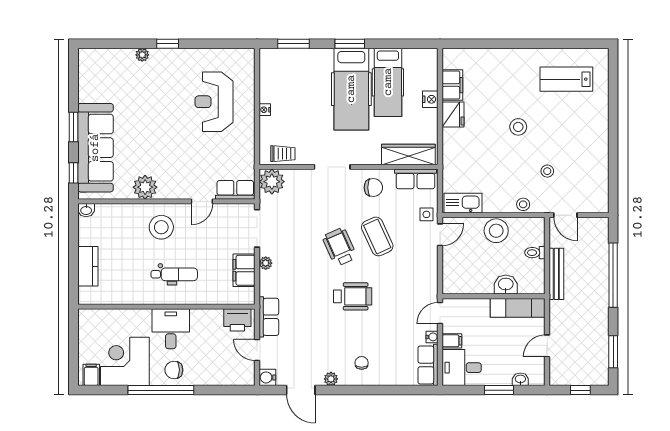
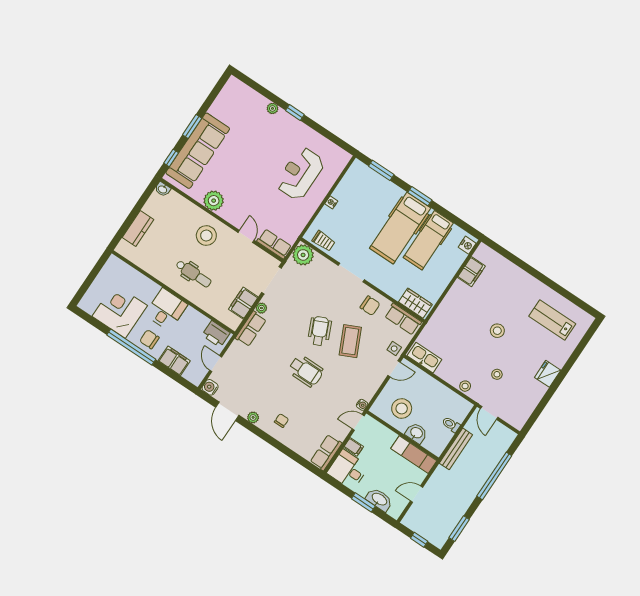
nightstand: (430, 99) -> (467, 245), moved
fridge: (453, 114) -> (548, 374), moved, turned 180
wardrobe: (408, 154) -> (415, 303), width x0.67
door: (202, 201) -> (246, 236), swing flipped
stool: (496, 231) -> (402, 408), moved
row of seats: (269, 317) -> (251, 329), moved
water cooler: (432, 337) -> (362, 405), moved
filing cabinet: (91, 375) -> (174, 361), moved, width x2.00
washbasin: (520, 379) -> (379, 500), width x1.91, depth x1.45

